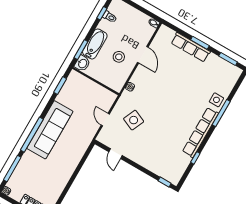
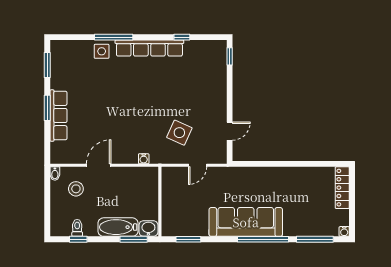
stool: (119, 57) -> (76, 189), moved

